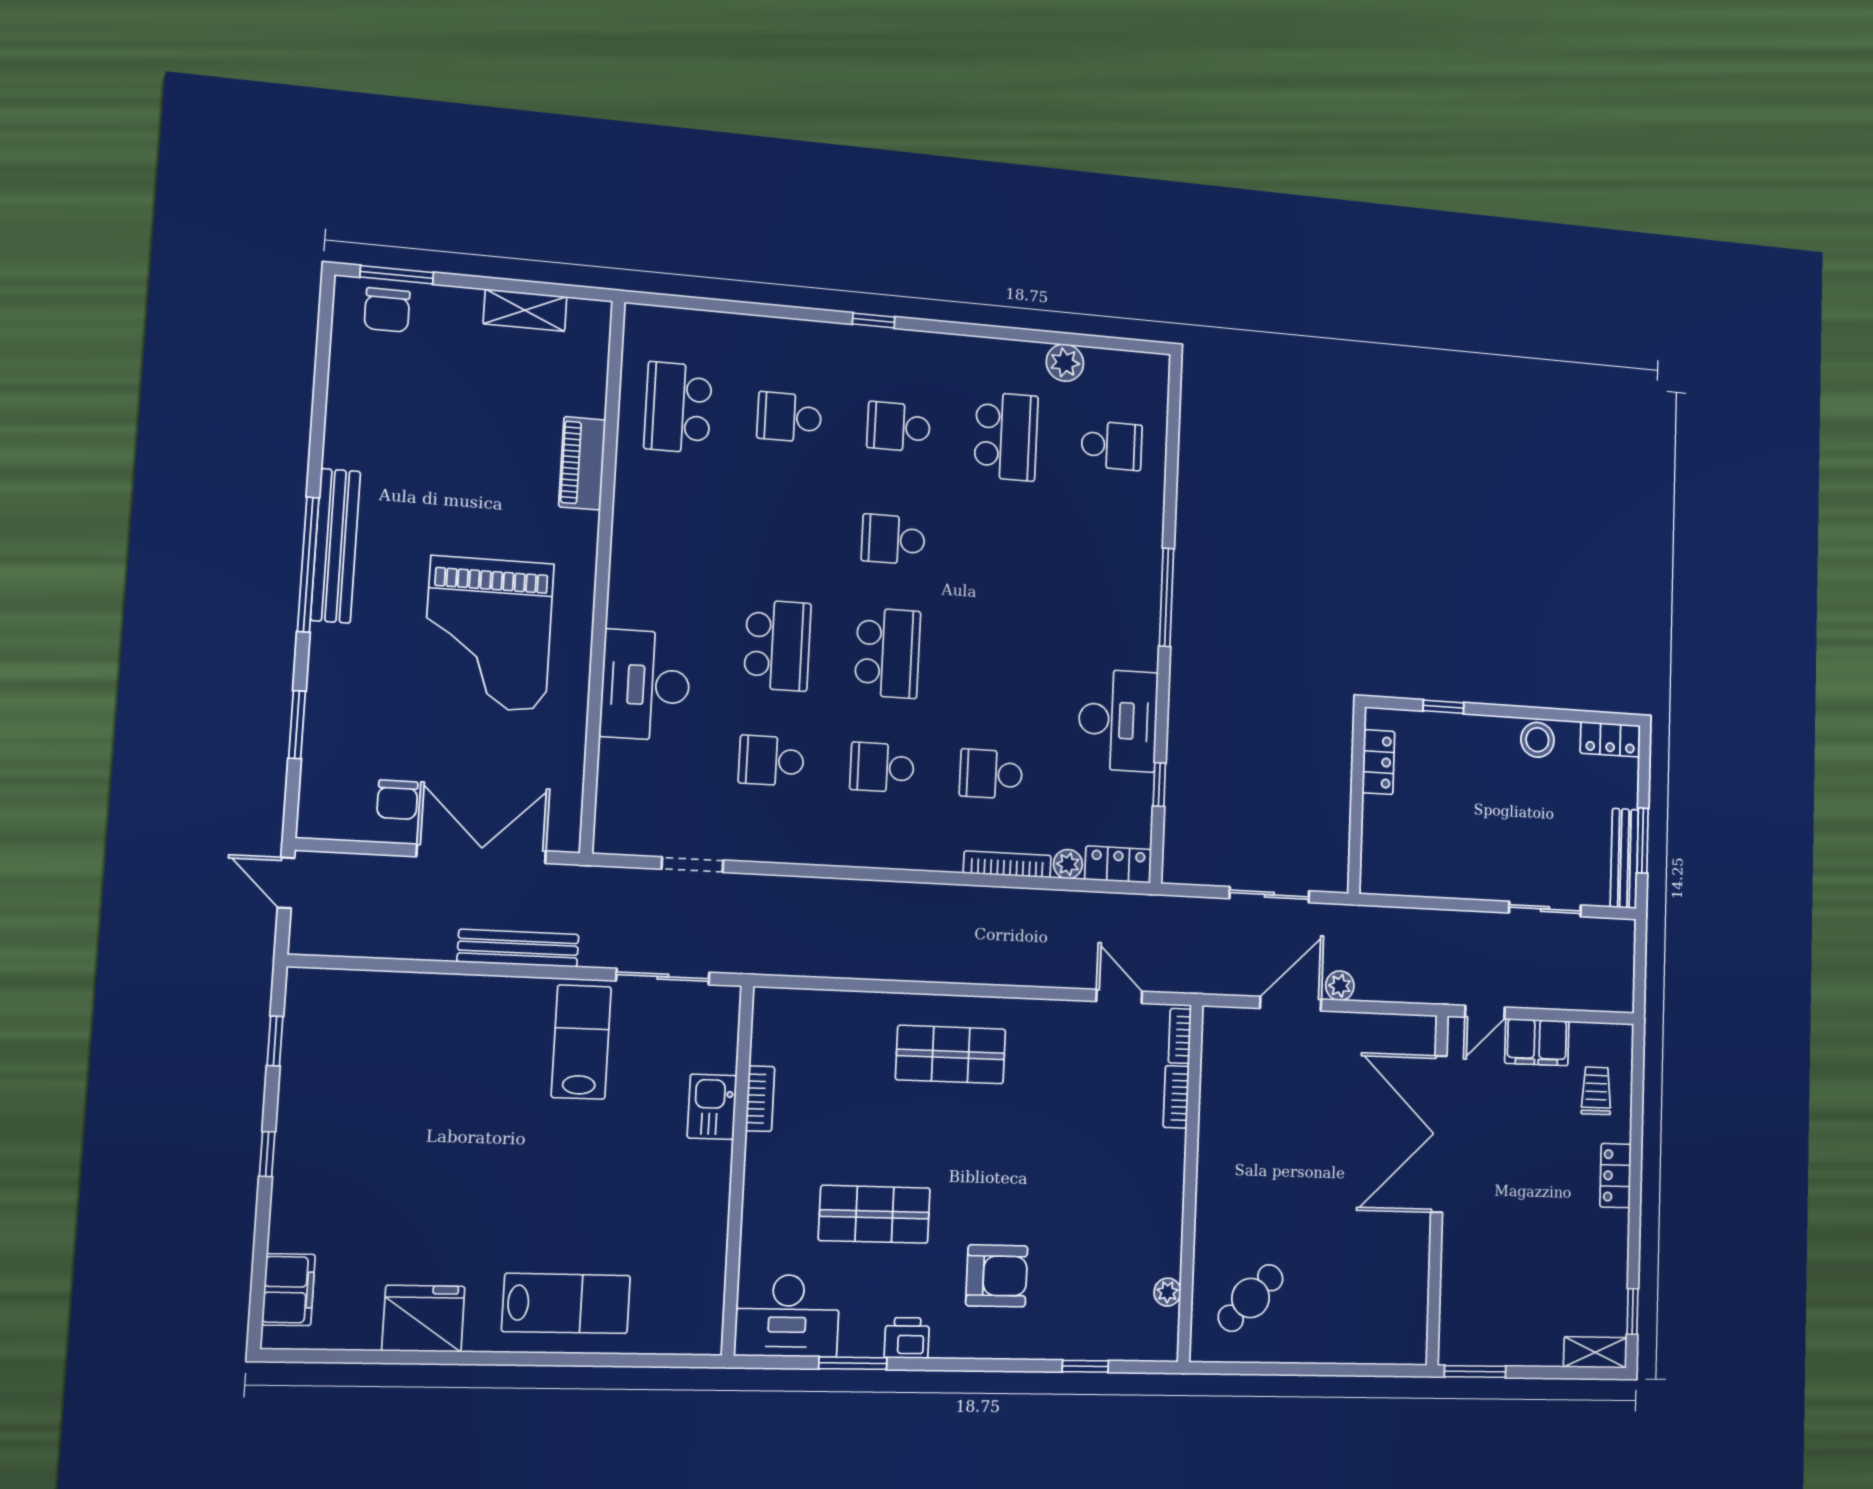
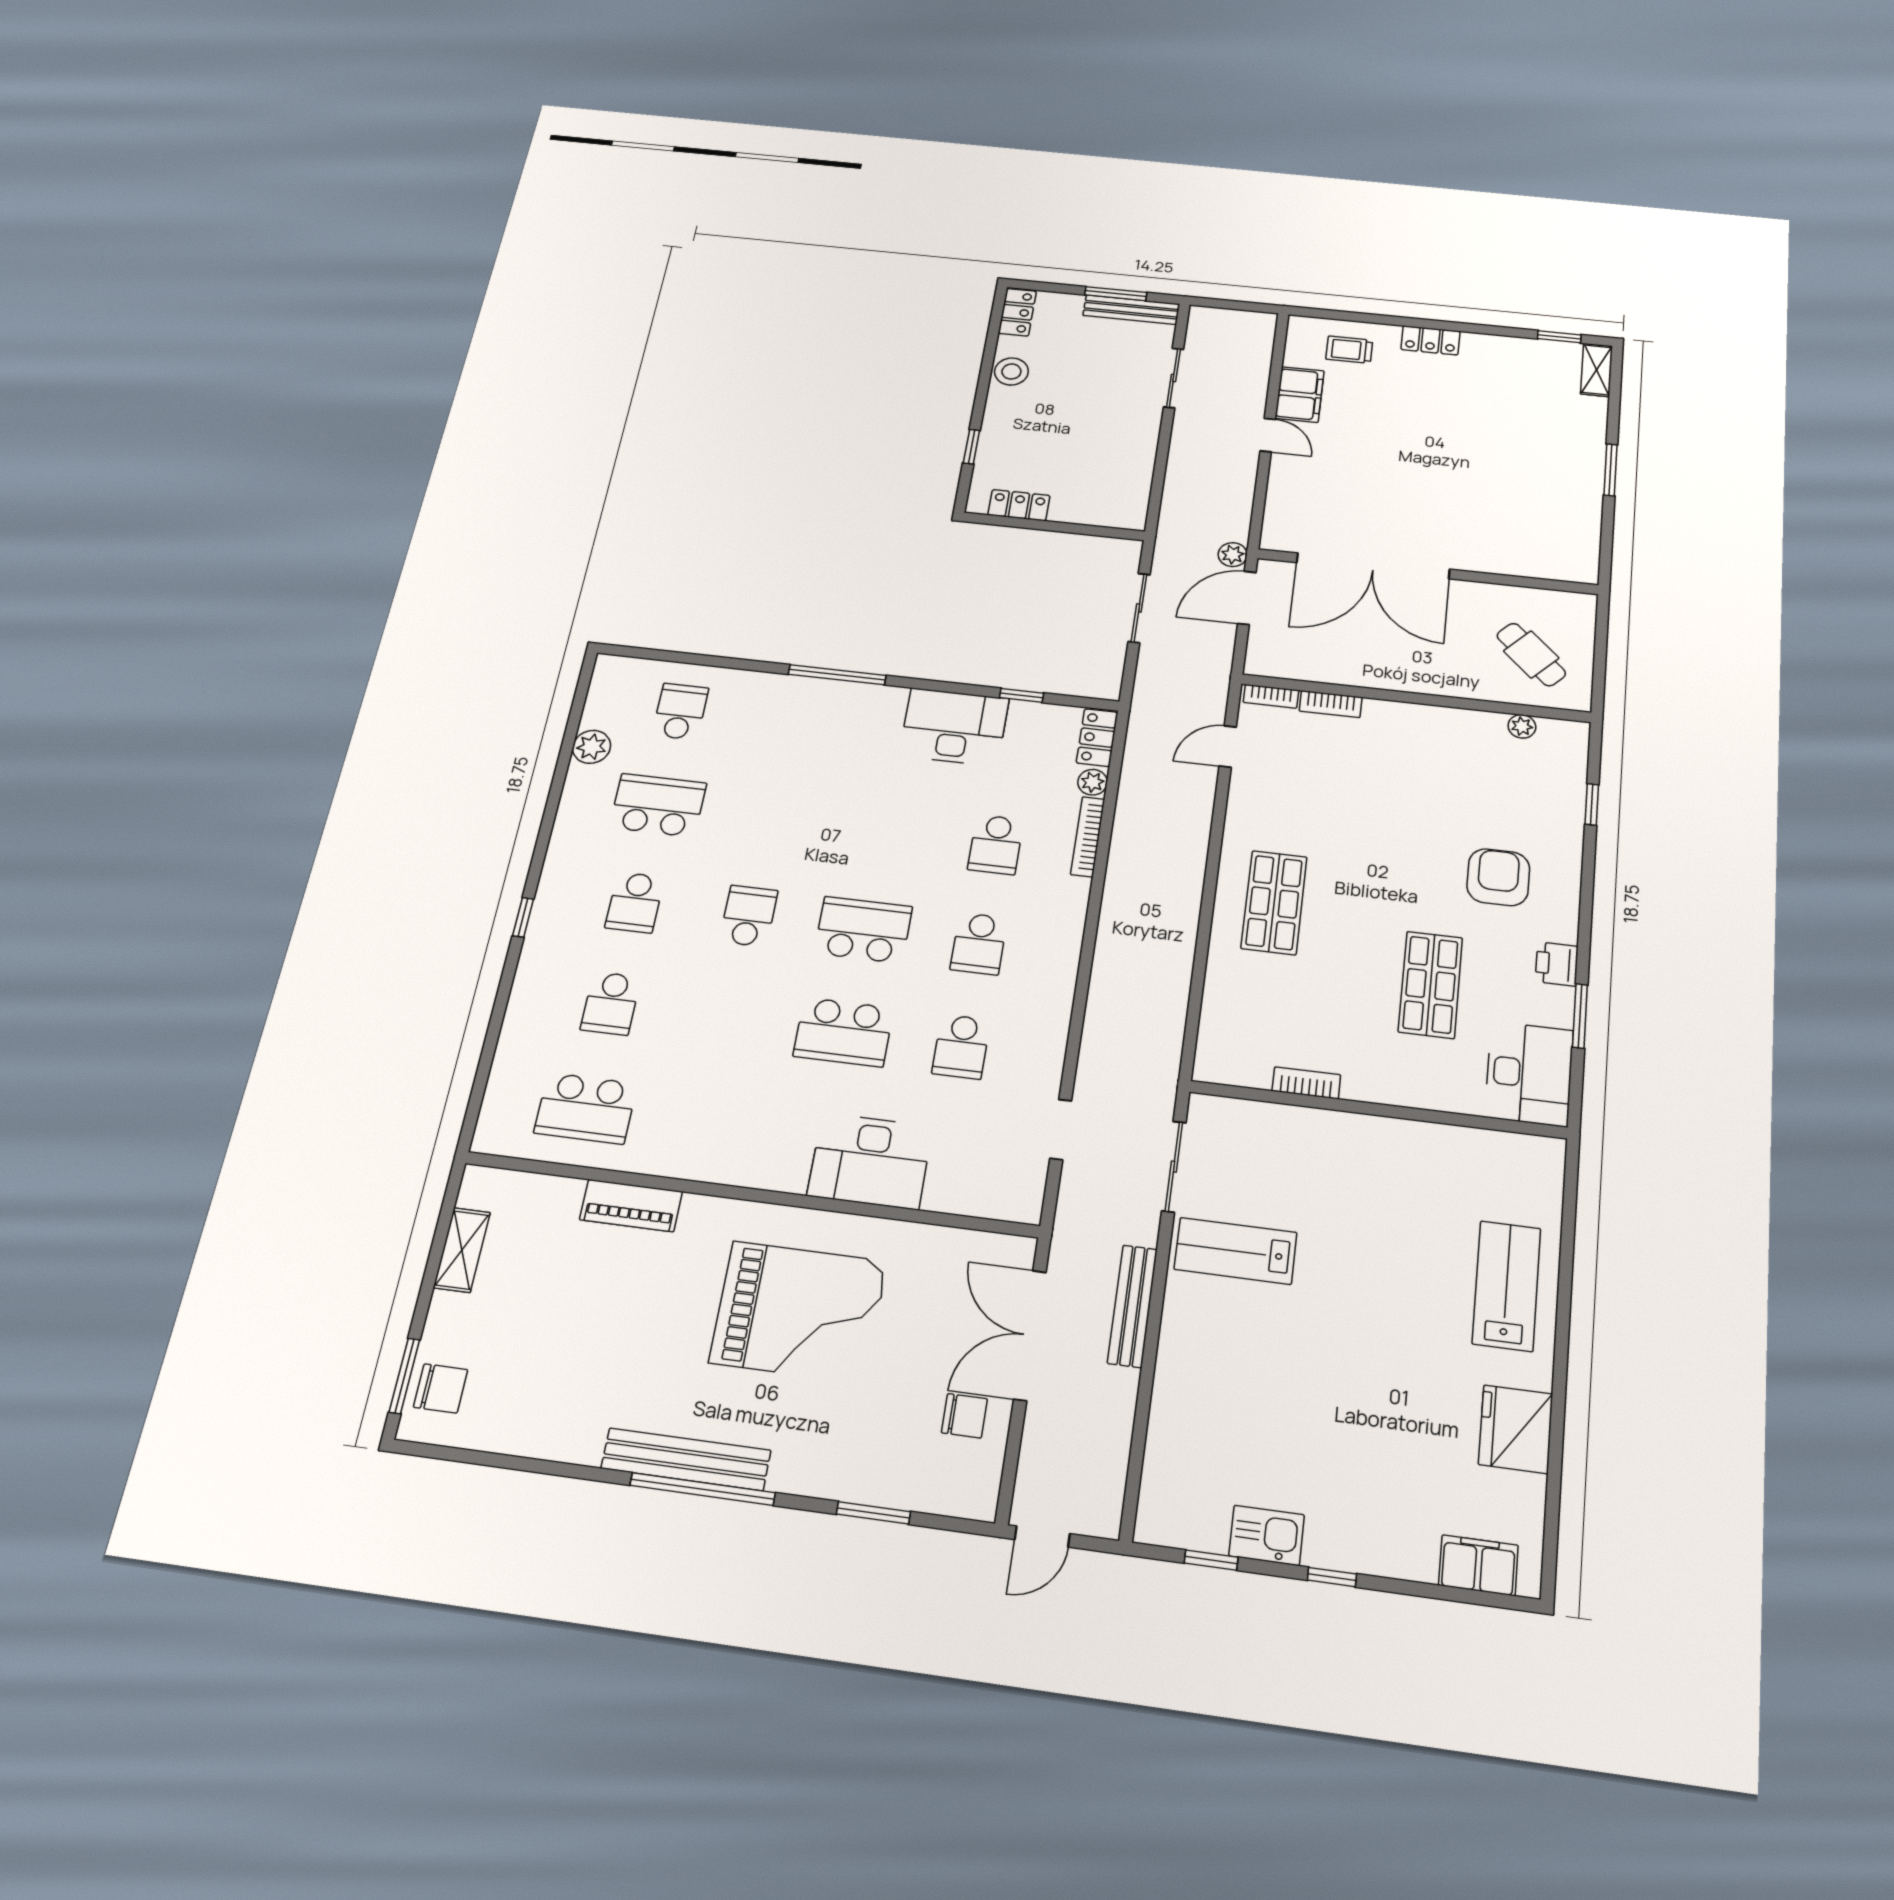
school desk: (893, 539) -> (749, 916), turned 180
school desk: (777, 645) -> (843, 1032), turned 180
door: (1291, 1004) -> (1247, 598), hinge flipped
kitchen sink: (712, 1107) -> (1267, 1535), moved, turned 180
double door: (1439, 1134) -> (1373, 566), moved
wall: (1437, 1189) -> (1427, 572), moved

